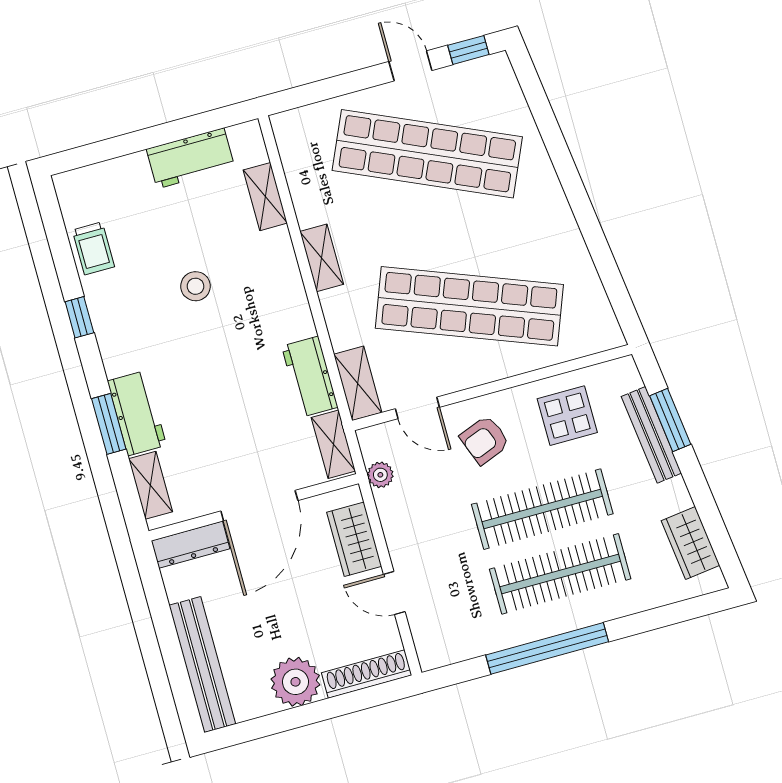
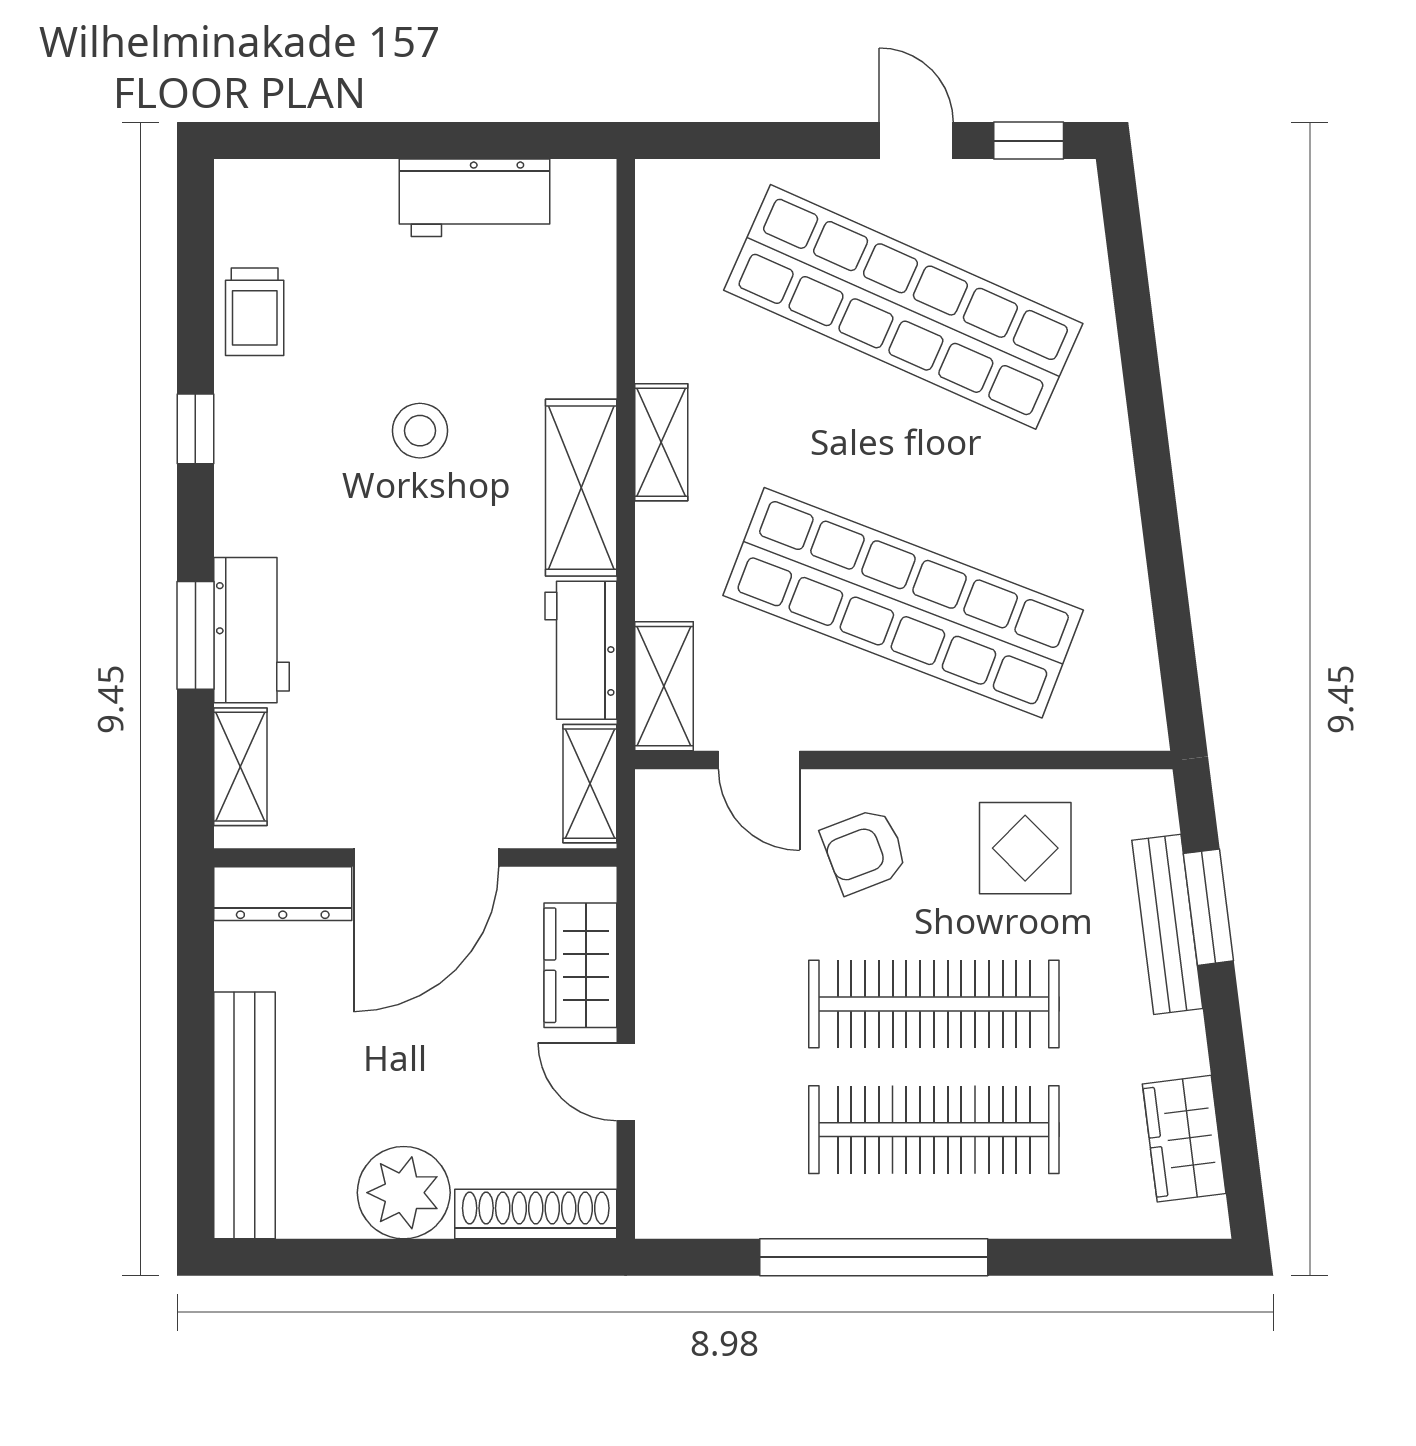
shelving: (265, 197) -> (581, 488), moved, width x1.50, depth x1.33
plant: (380, 475) -> (659, 862), removed

